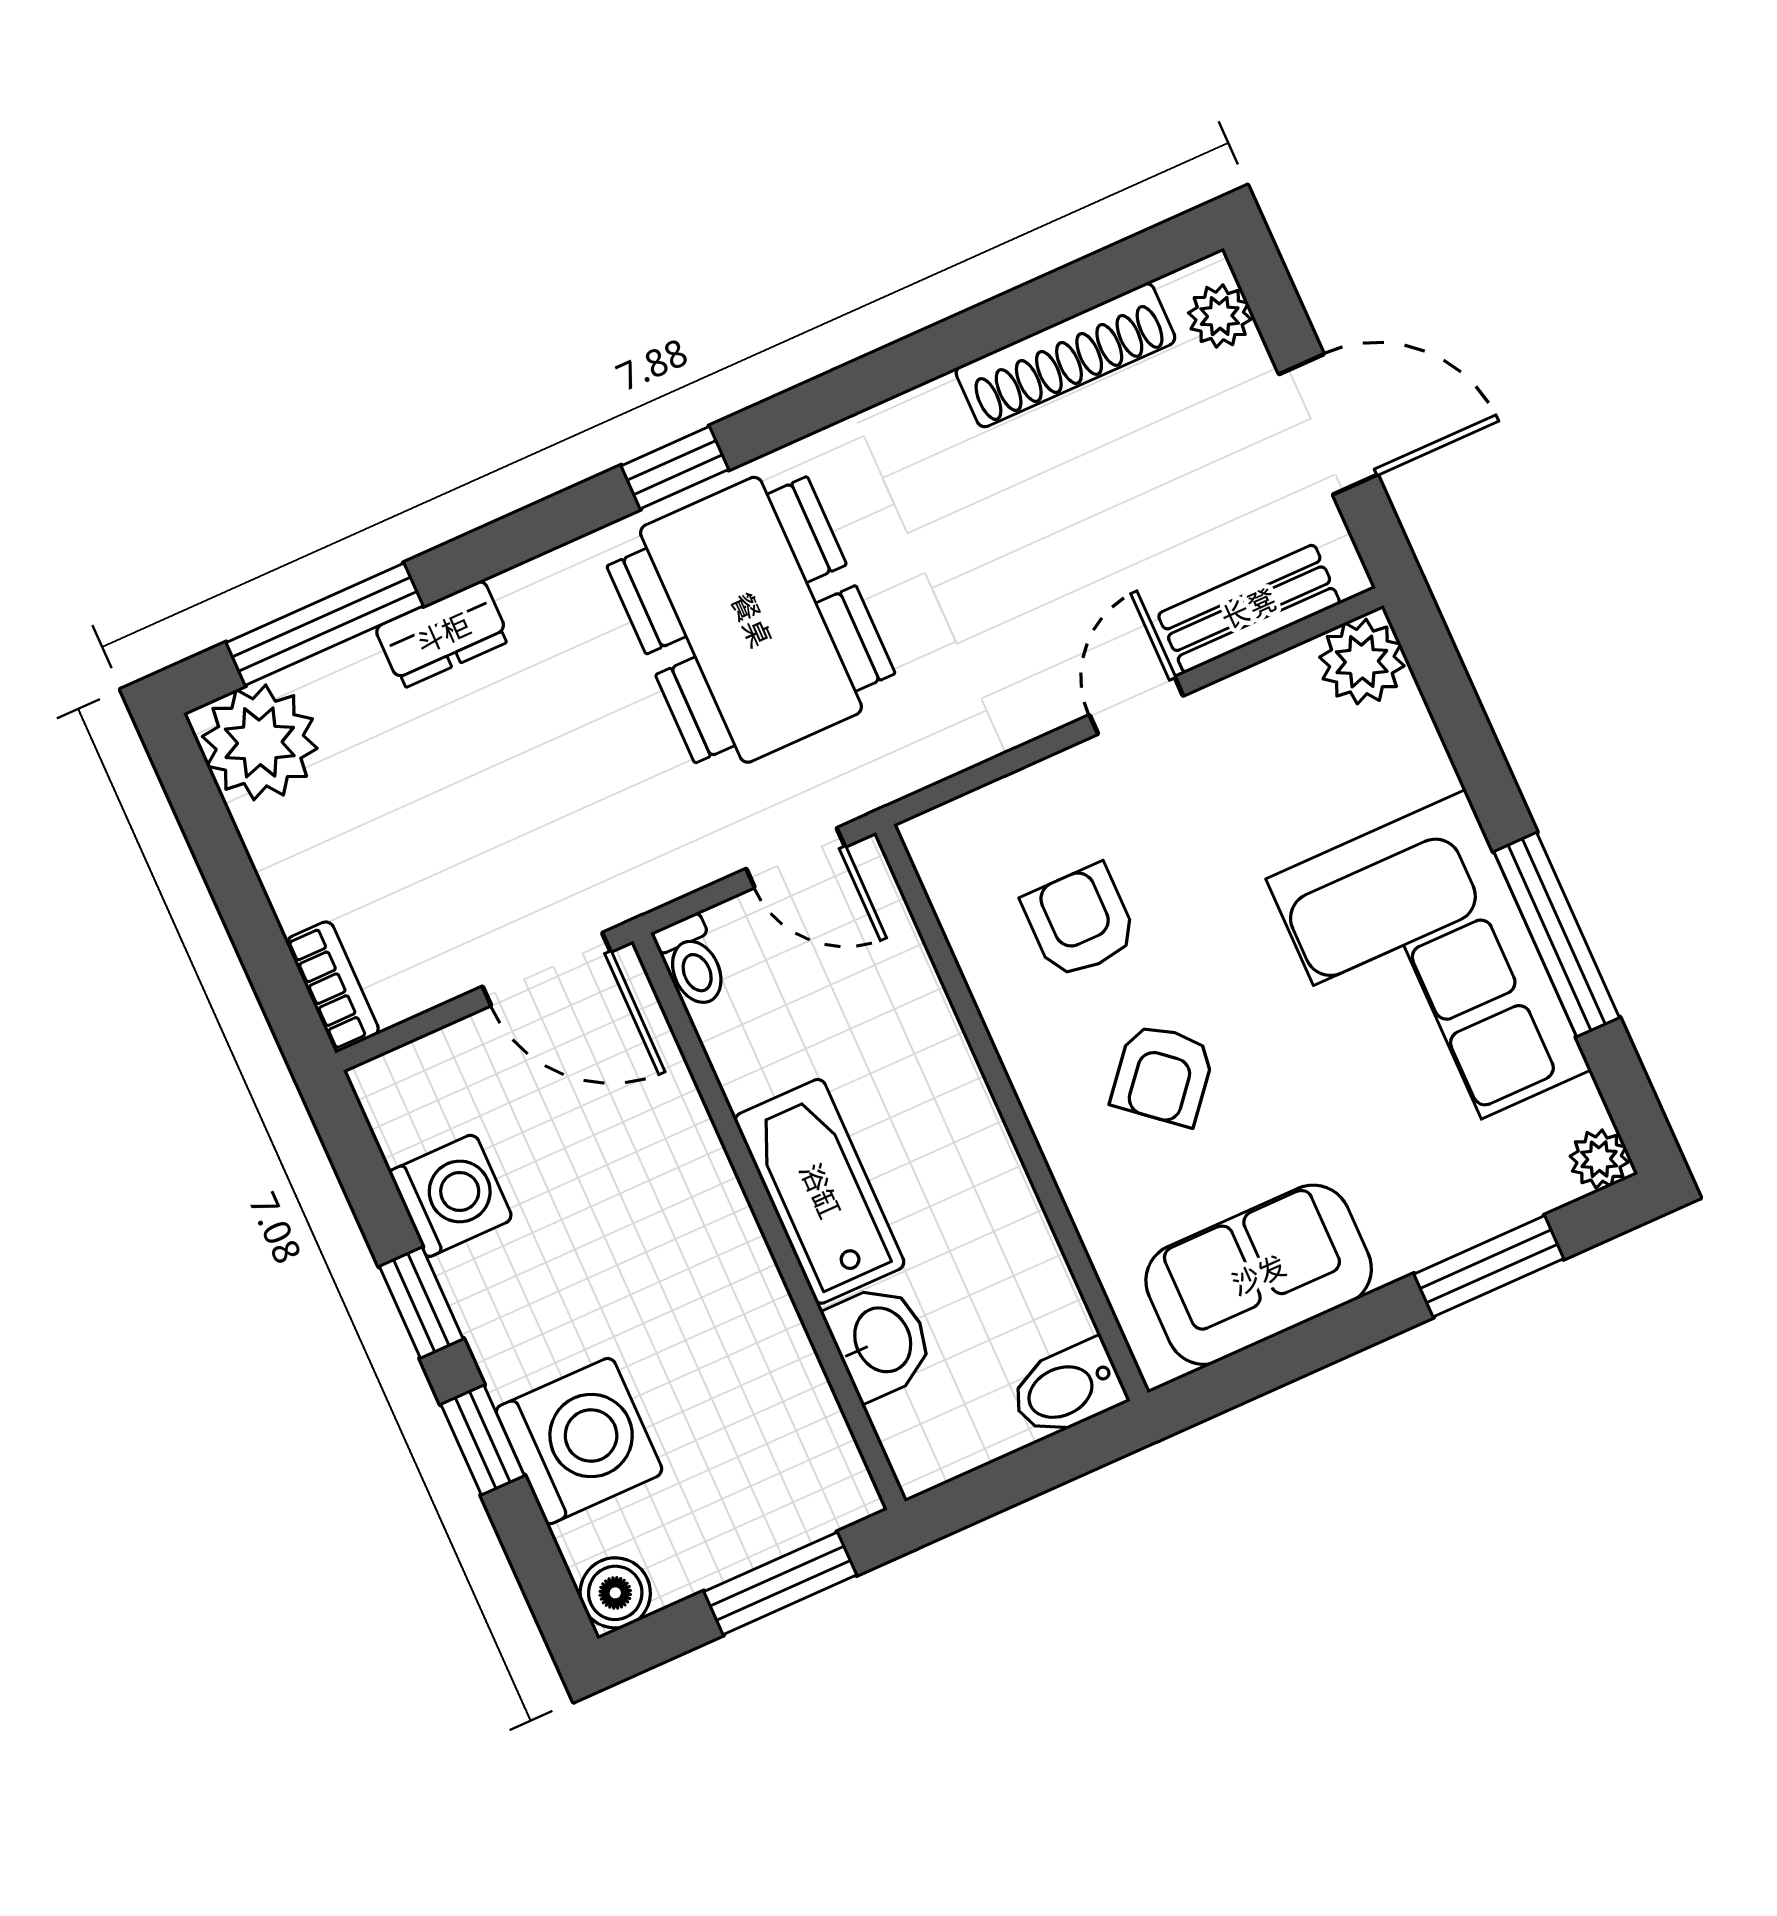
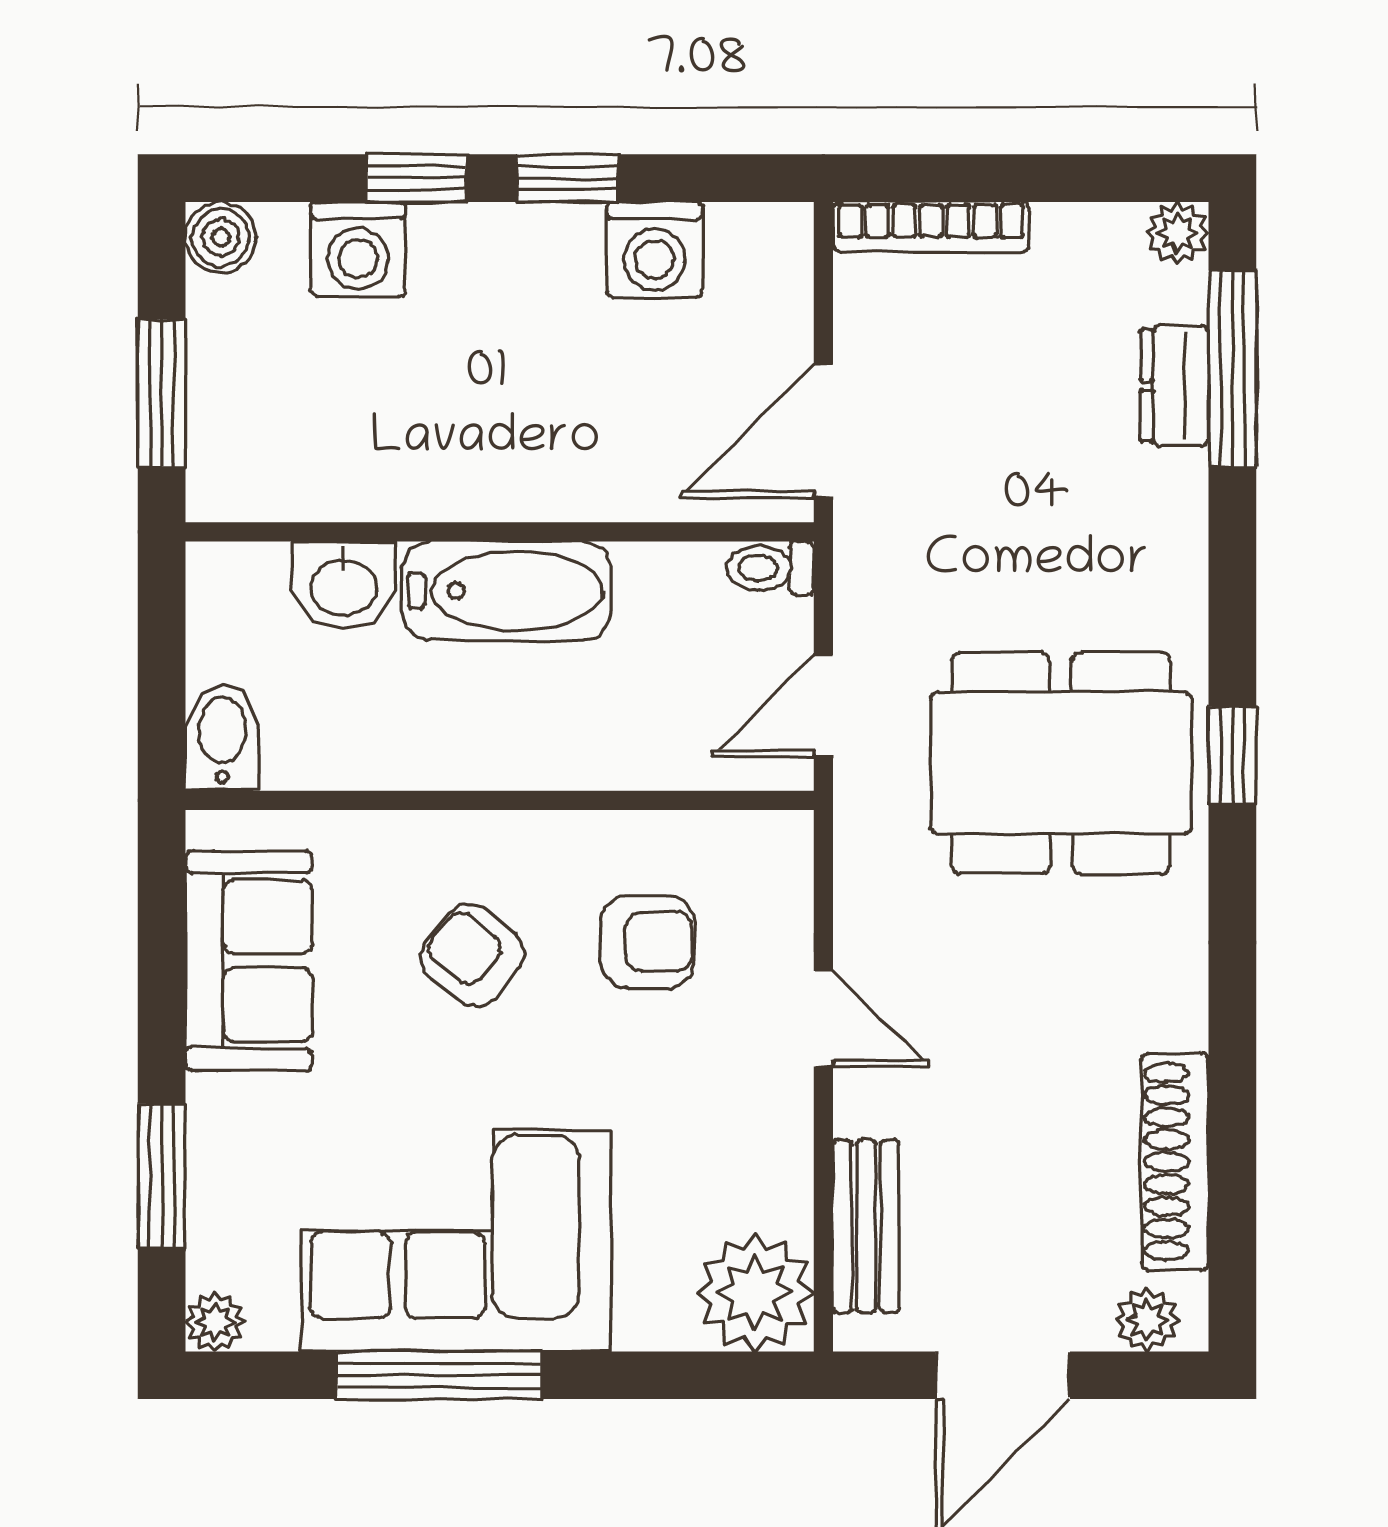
dresser: (443, 634) -> (1175, 385), moved
plant: (1362, 662) -> (755, 1293), width x1.36, depth x1.36
door: (1136, 705) -> (823, 1019), moved
plant: (260, 742) -> (1178, 233), width x0.53, depth x0.53
bookcase: (333, 986) -> (931, 227), width x1.56
washing machine: (579, 1441) -> (358, 249), width x0.73, depth x0.73

